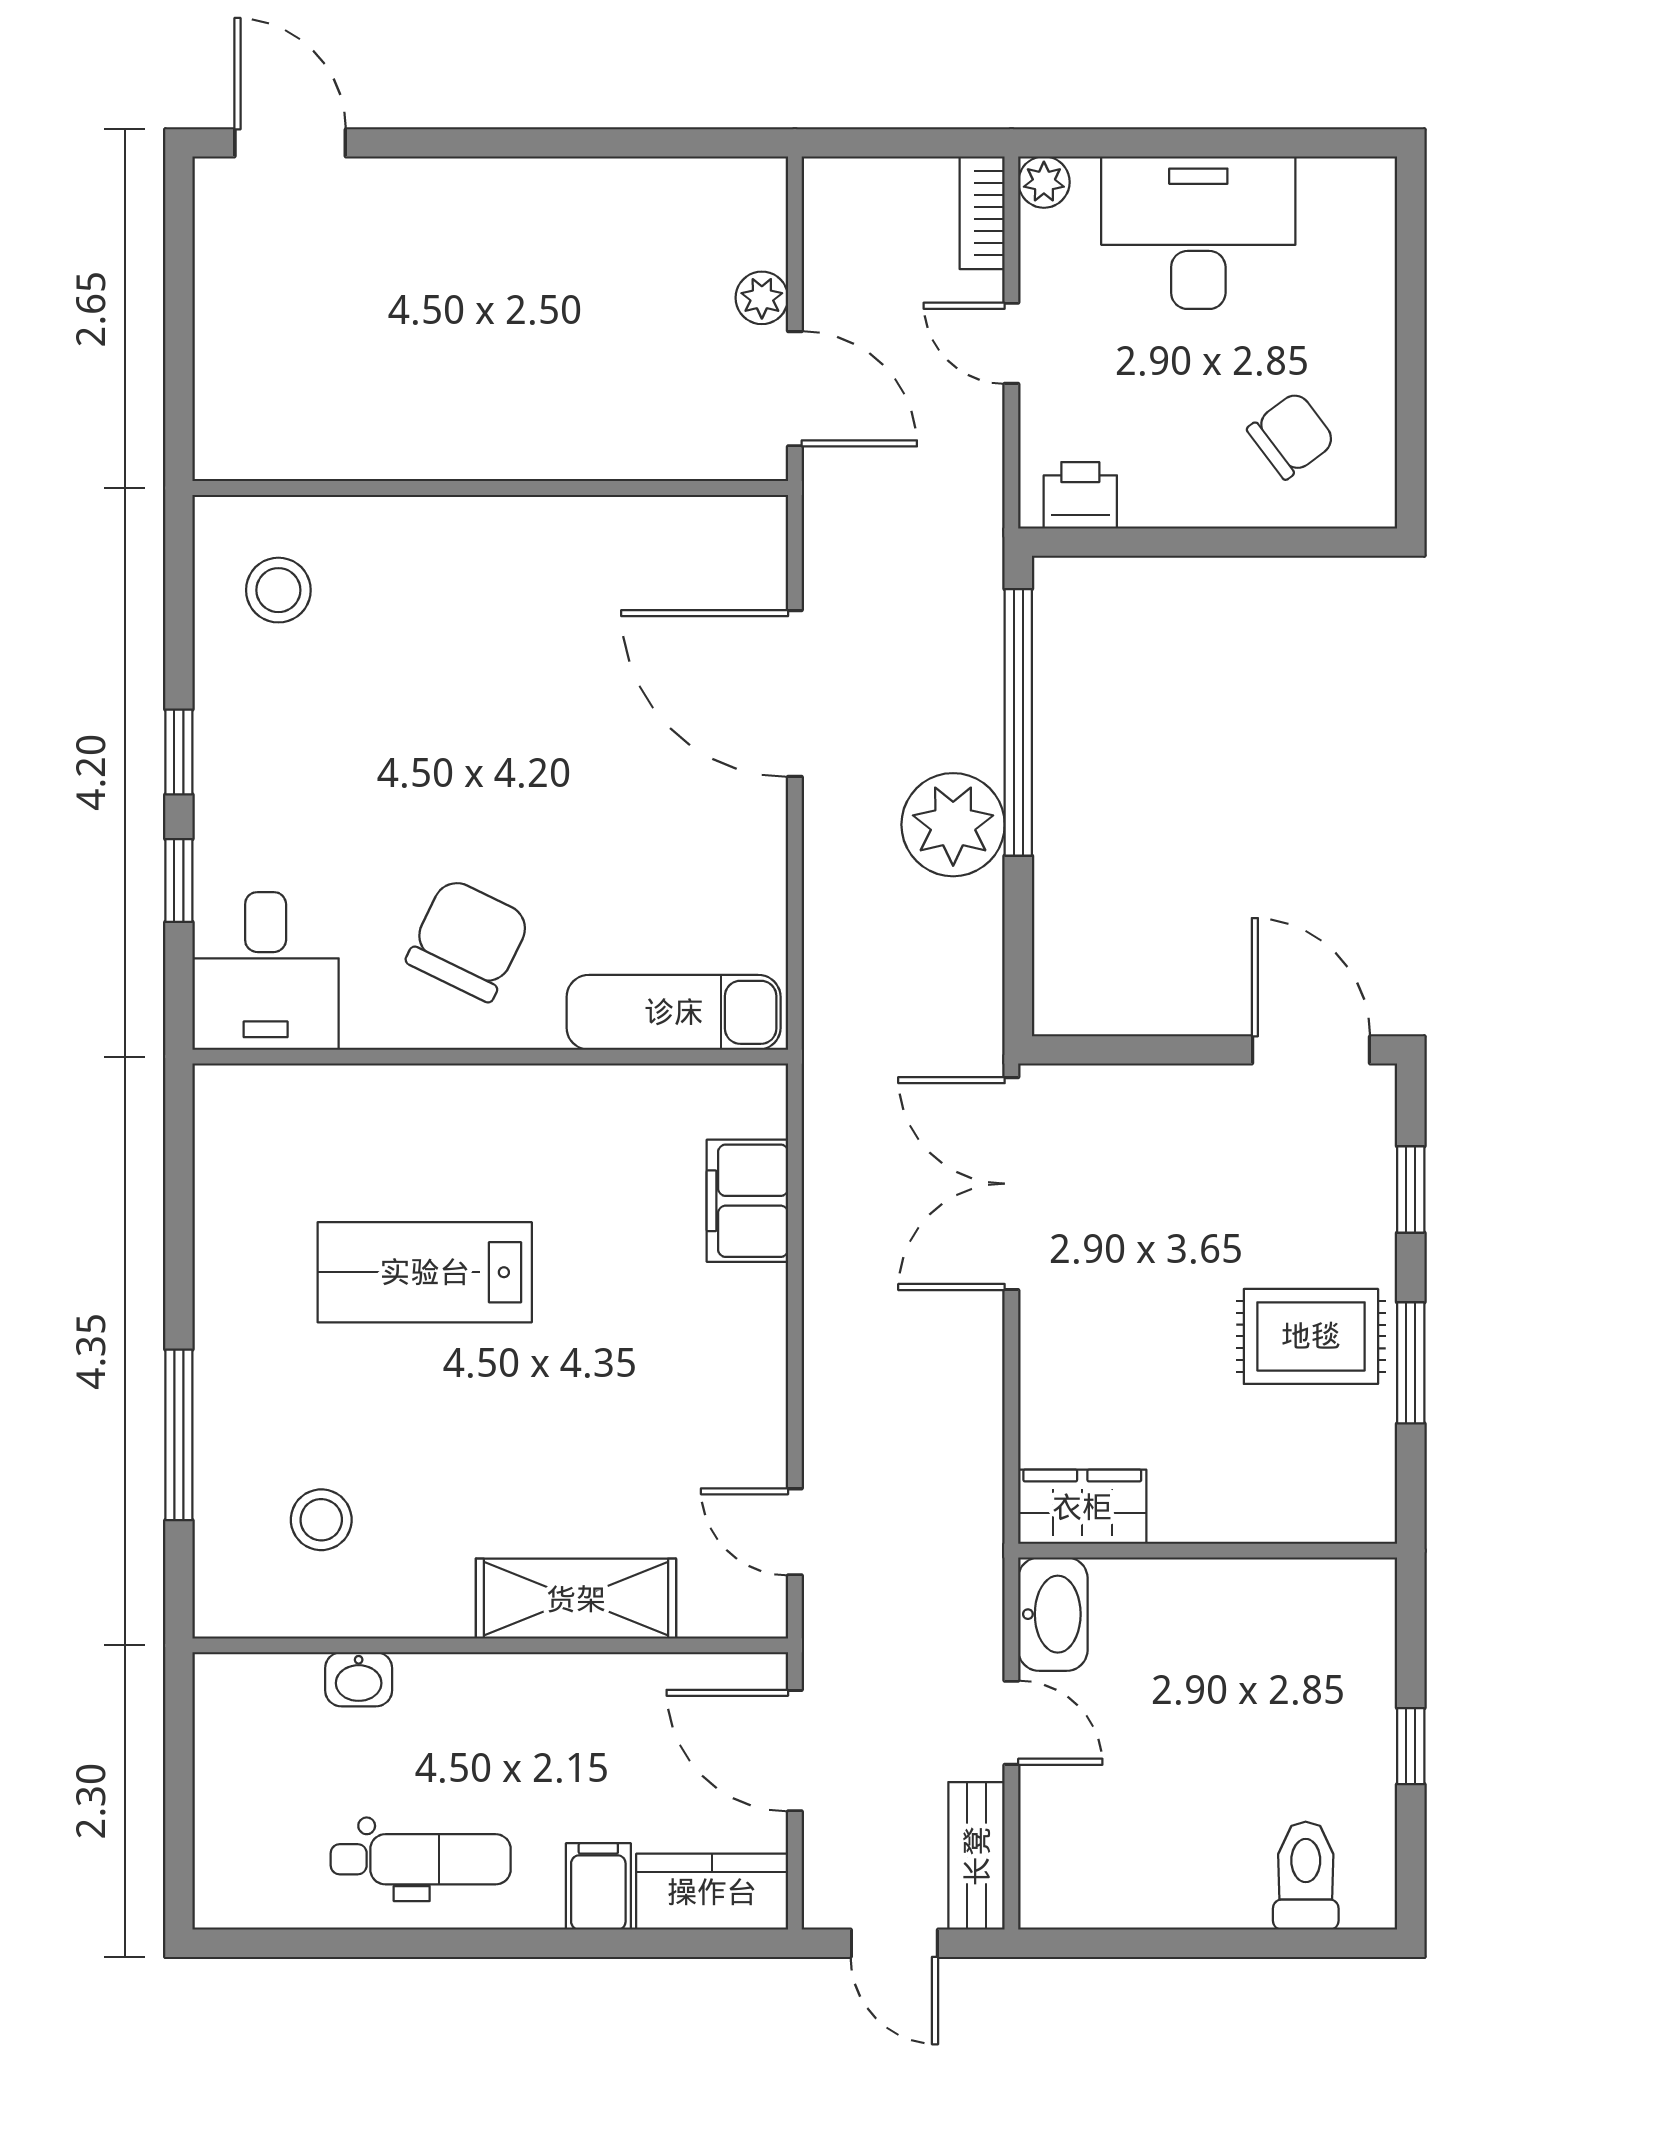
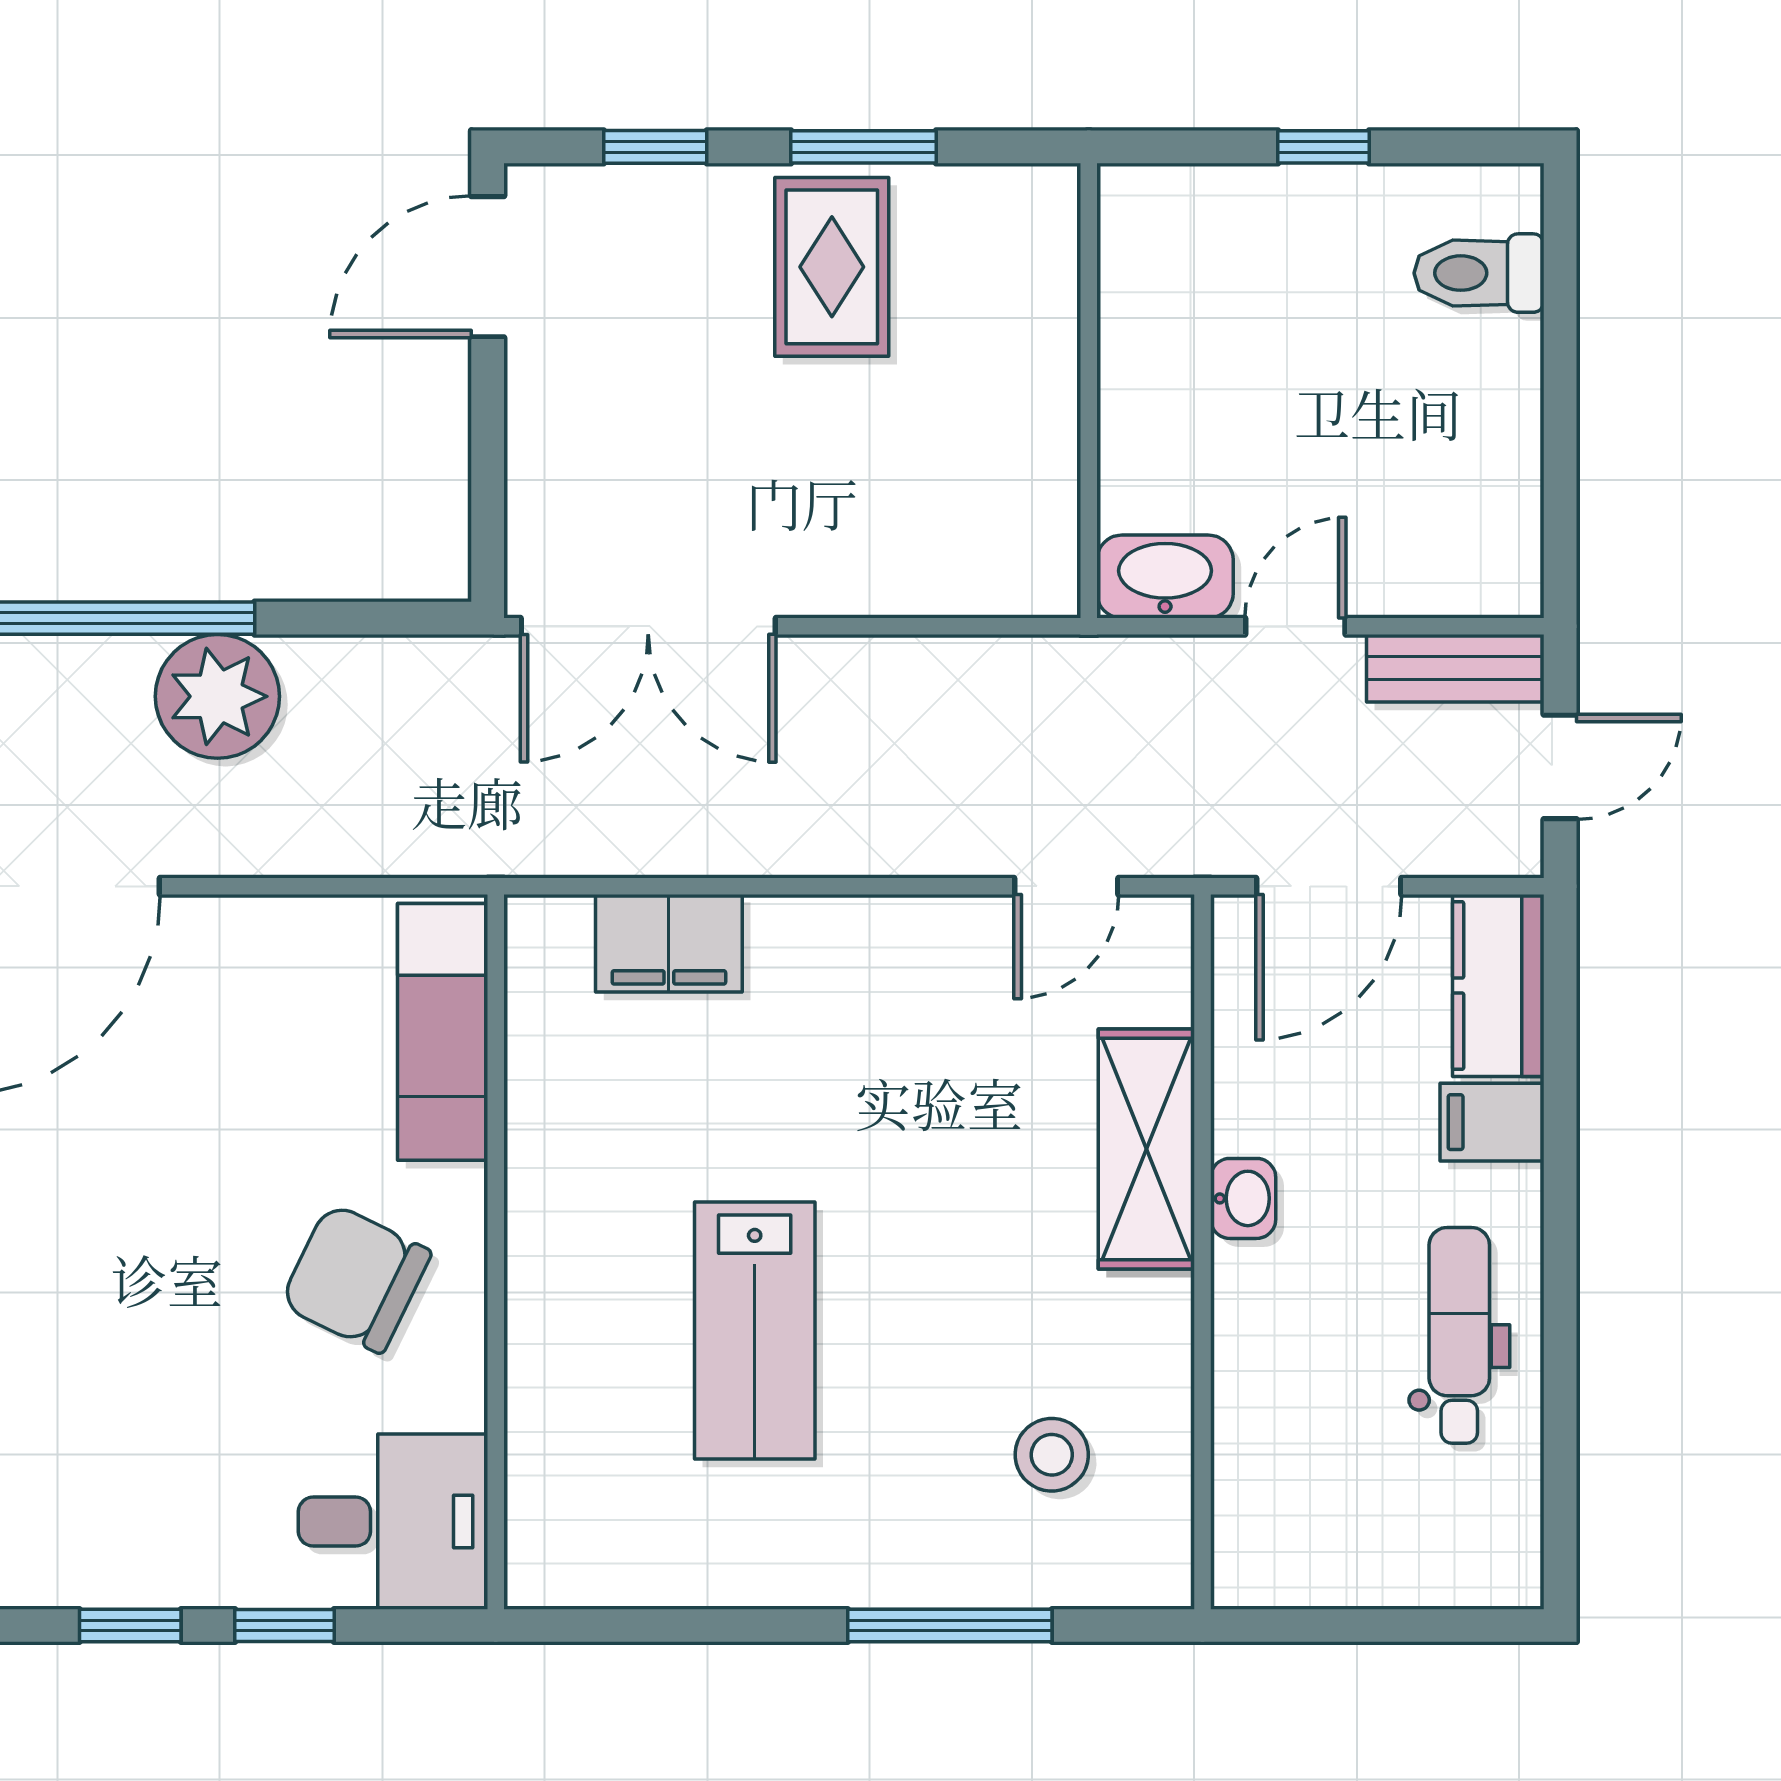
wardrobe: (1082, 1507) -> (1036, 541), removed
washbasin: (359, 1679) -> (1243, 1198), moved

